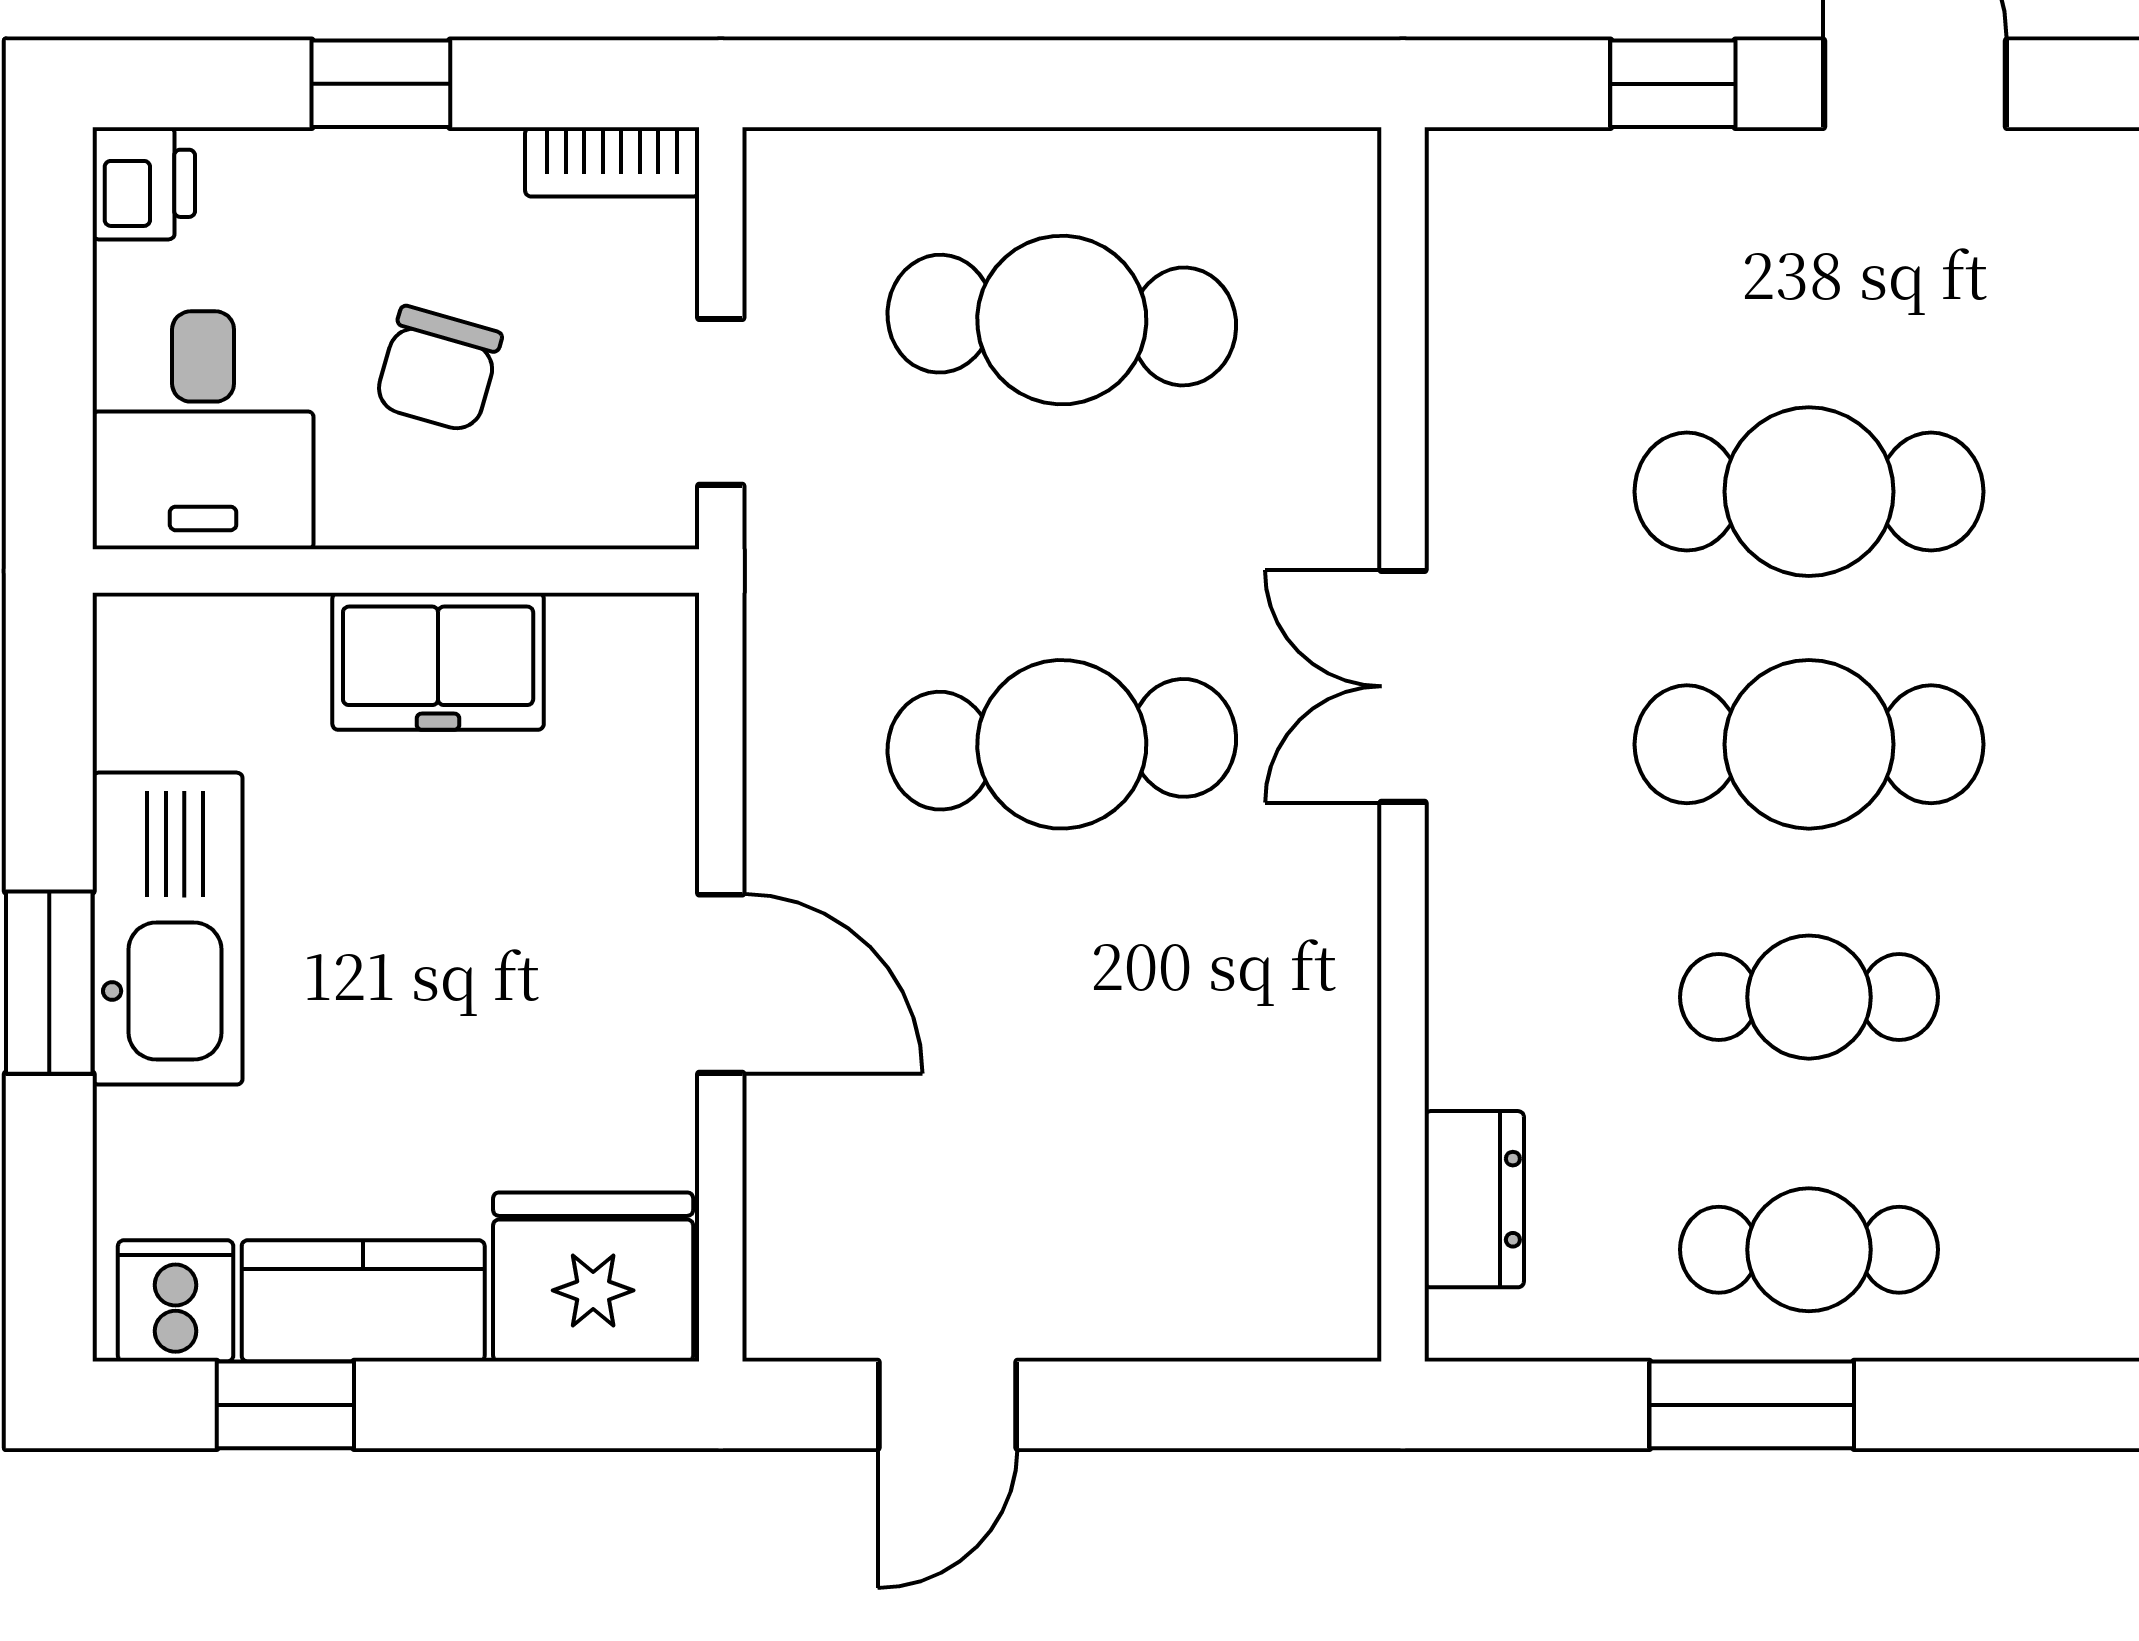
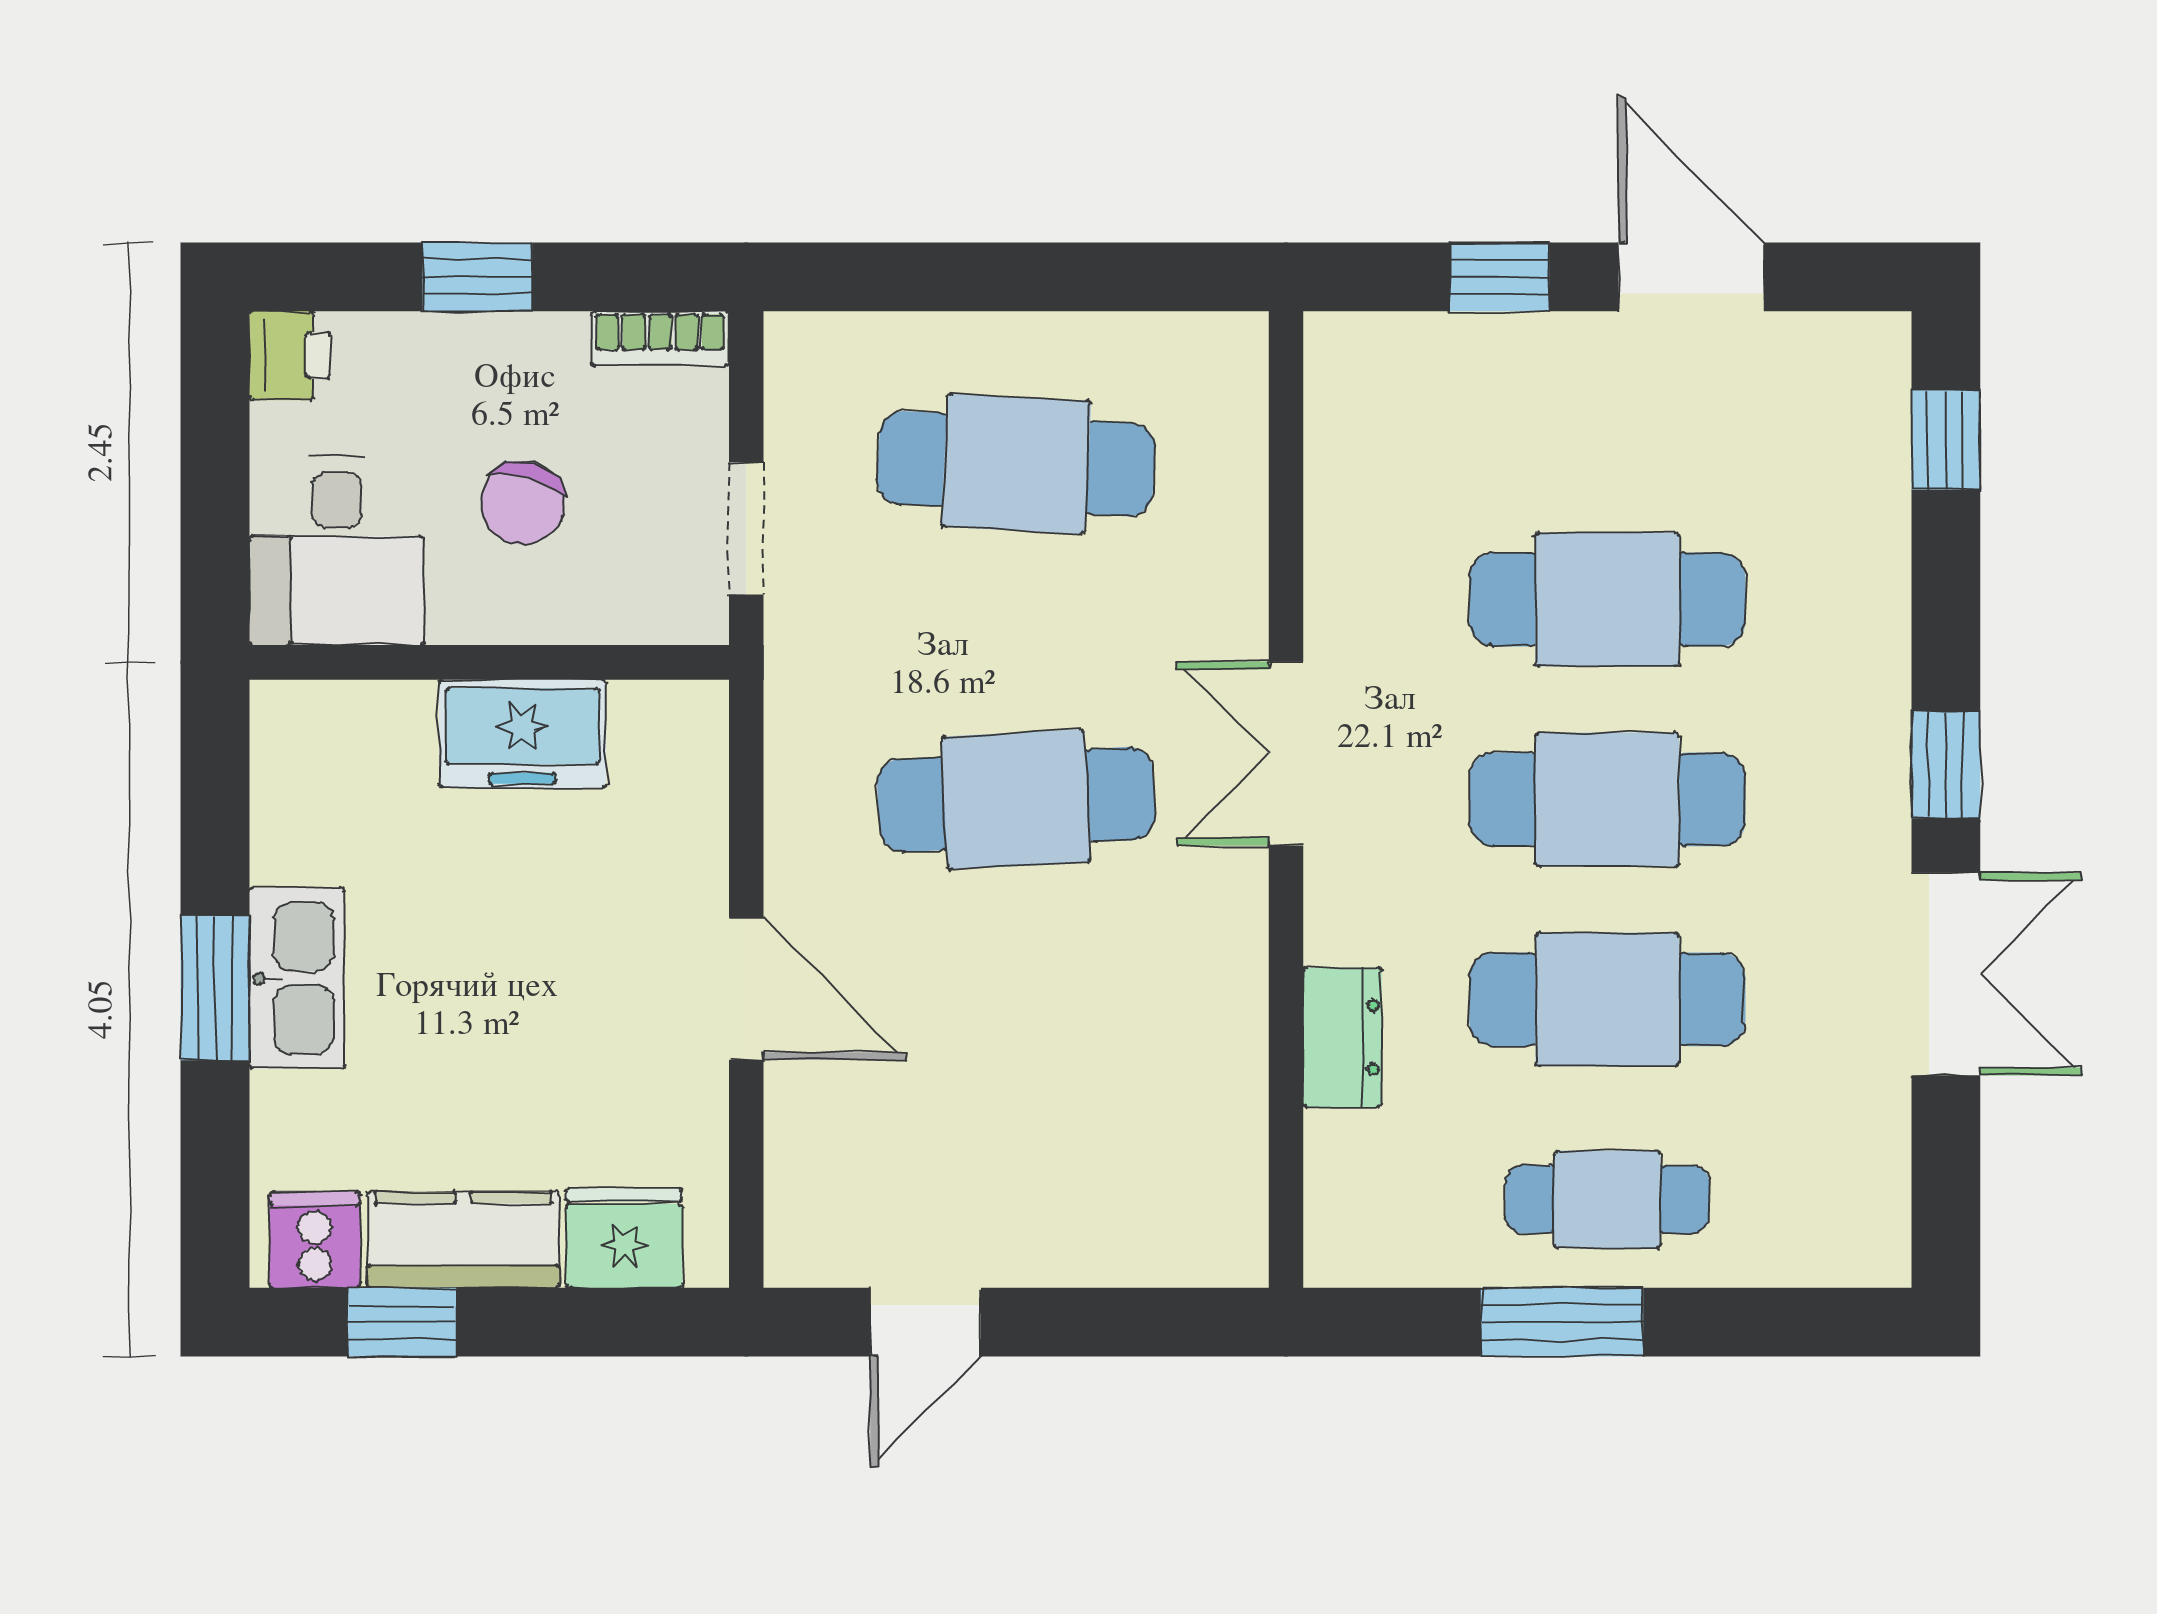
kitchen sink: (168, 929) -> (297, 978), width x0.73, depth x0.81
cafe table: (1809, 997) -> (1607, 999), width x1.37, depth x1.35
dresser: (1474, 1199) -> (1342, 1037), moved
fridge: (593, 1277) -> (624, 1238), width x0.73, depth x0.75

